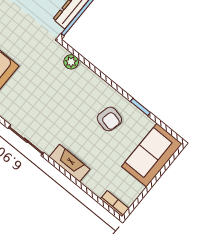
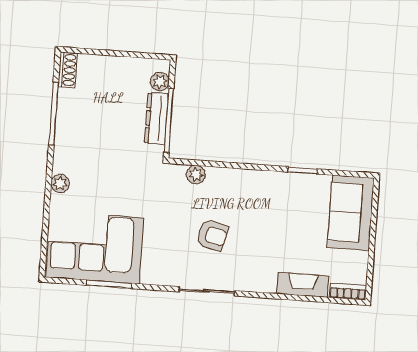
armchair: (109, 119) -> (212, 235), moved
fireplace: (70, 163) -> (303, 285), moved

